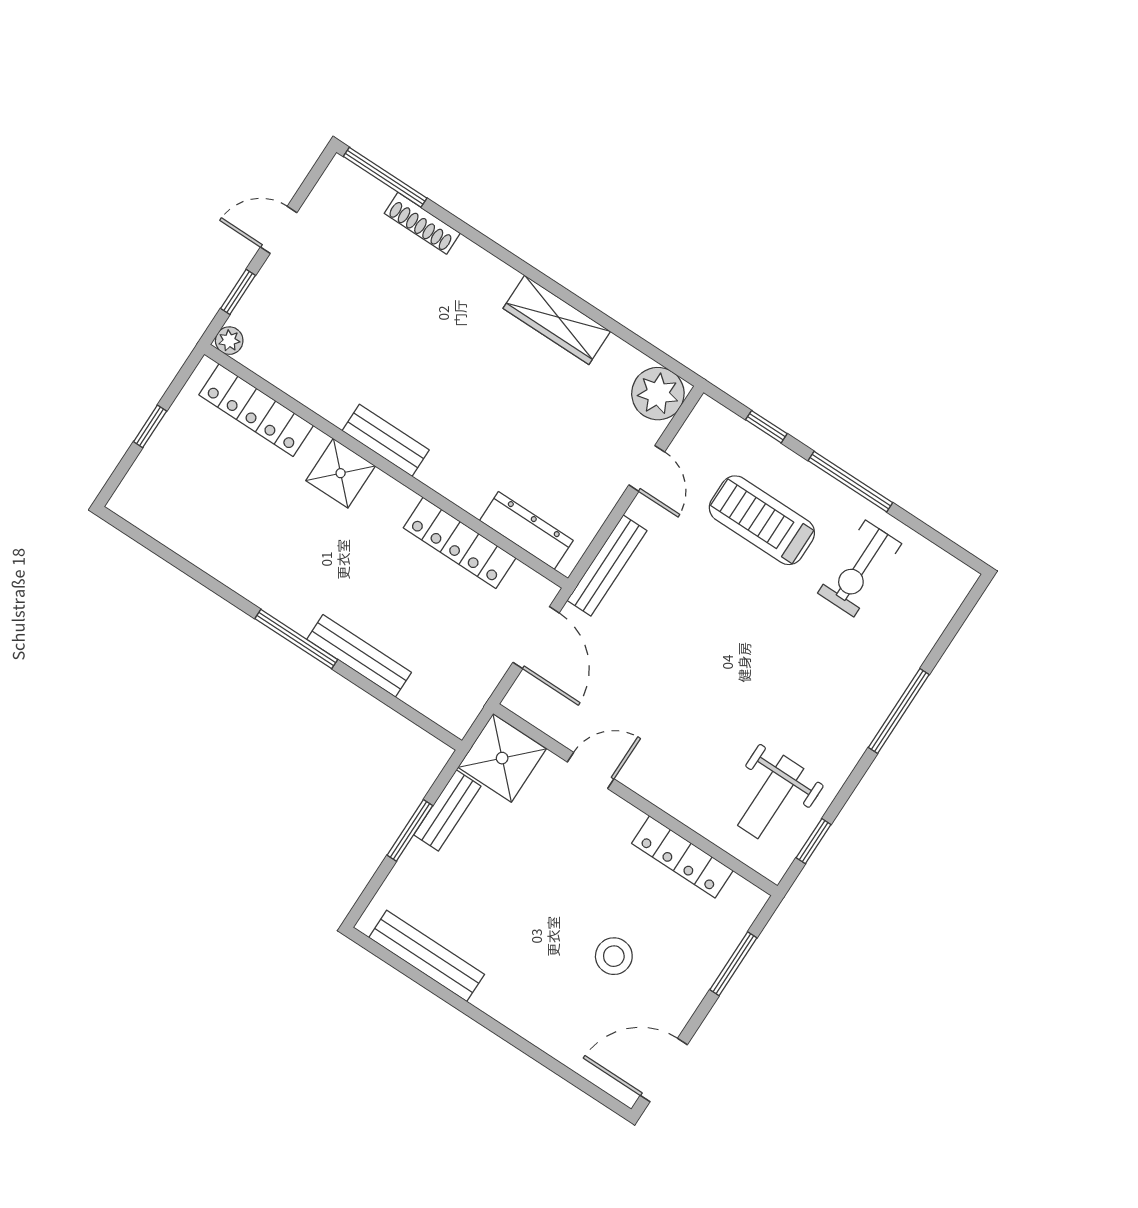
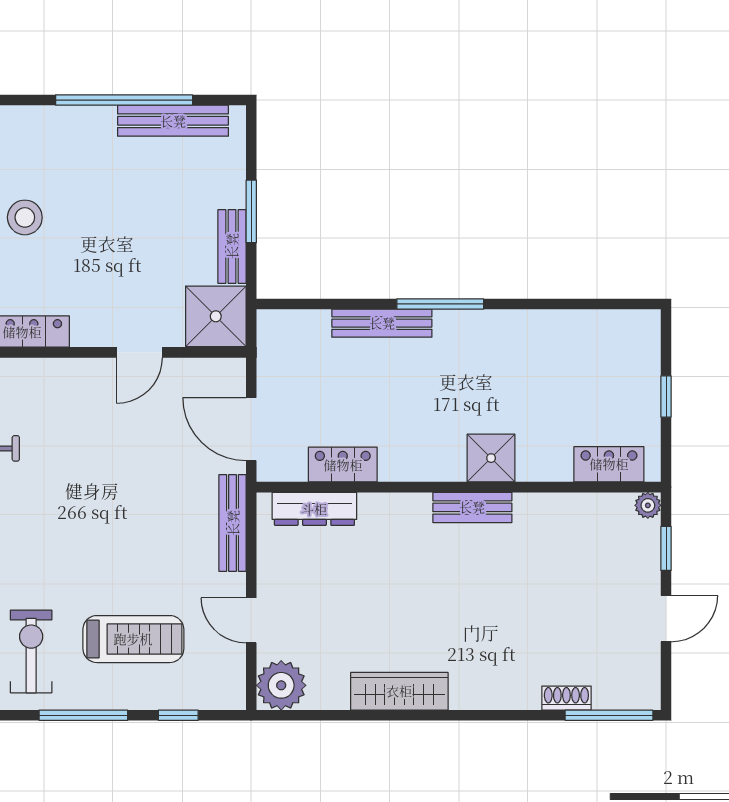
shoe rack: (422, 223) -> (566, 698), width x0.70
locker: (256, 410) -> (609, 464), width x0.66
locker: (460, 543) -> (343, 465), width x0.66
window: (458, 1003) -> (124, 100), added

